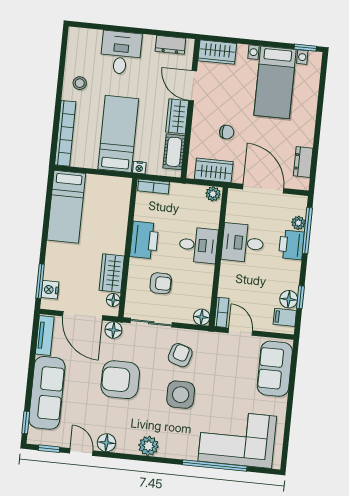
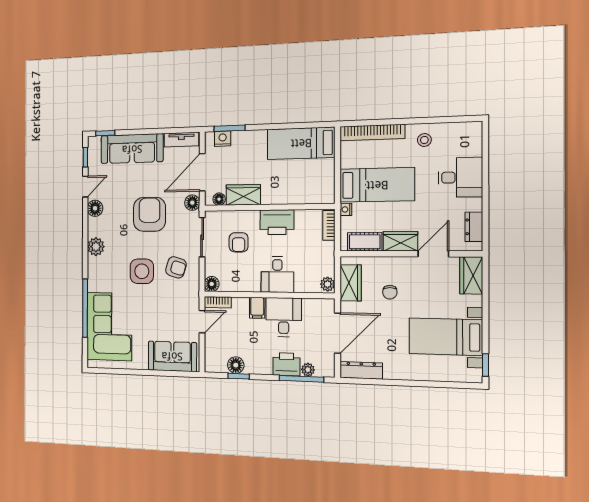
dresser: (303, 162) -> (361, 370), width x1.44
filing cabinet: (285, 317) -> (257, 308), moved, turned 180

